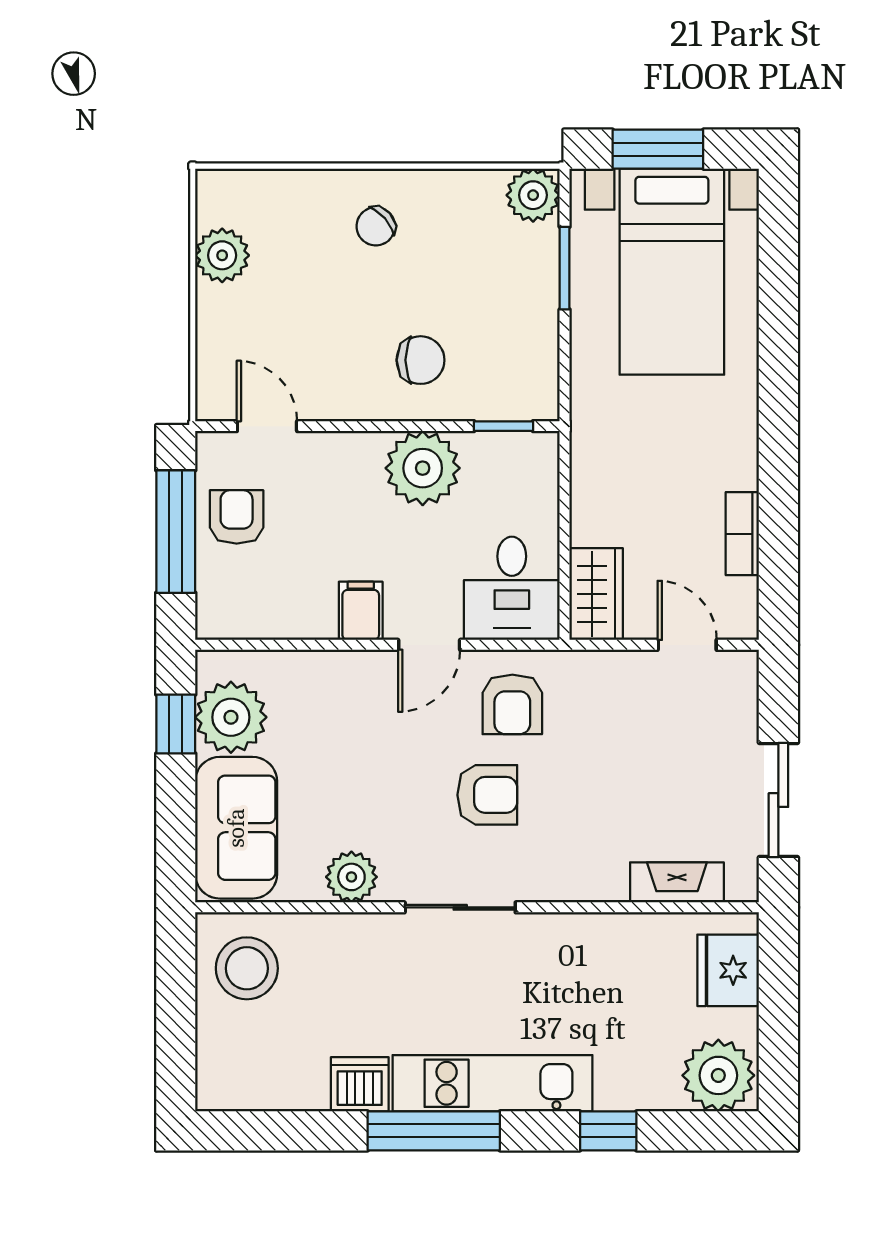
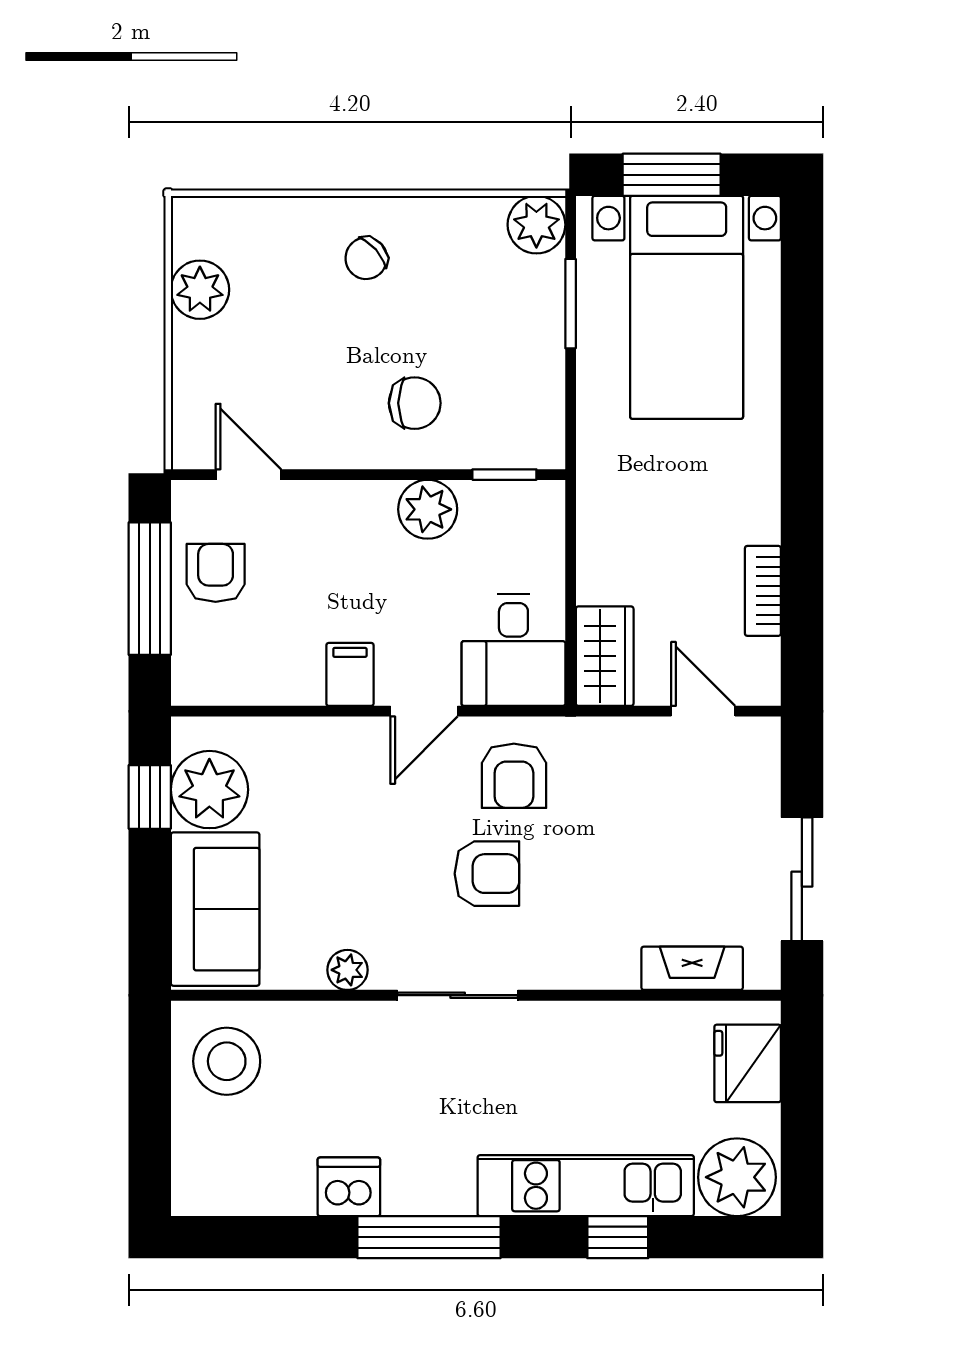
plant: (423, 468) -> (428, 509), width x0.73, depth x0.73
plant: (351, 877) -> (347, 970), width x0.73, depth x0.73
kitchen unit: (493, 1083) -> (586, 1186), moved

